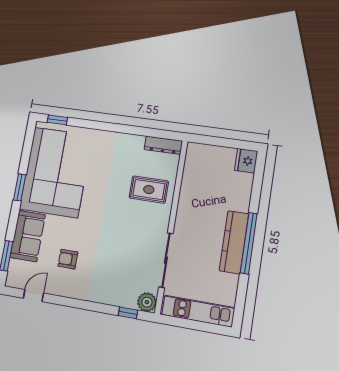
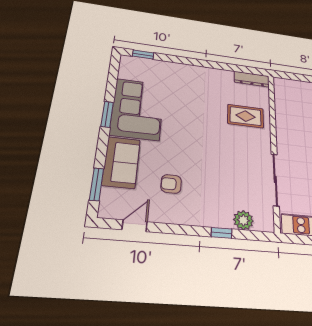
corner sofa: (56, 172) -> (137, 109), width x0.73, depth x0.74
plant: (147, 302) -> (243, 220), moved
window: (128, 313) -> (222, 233), moved

